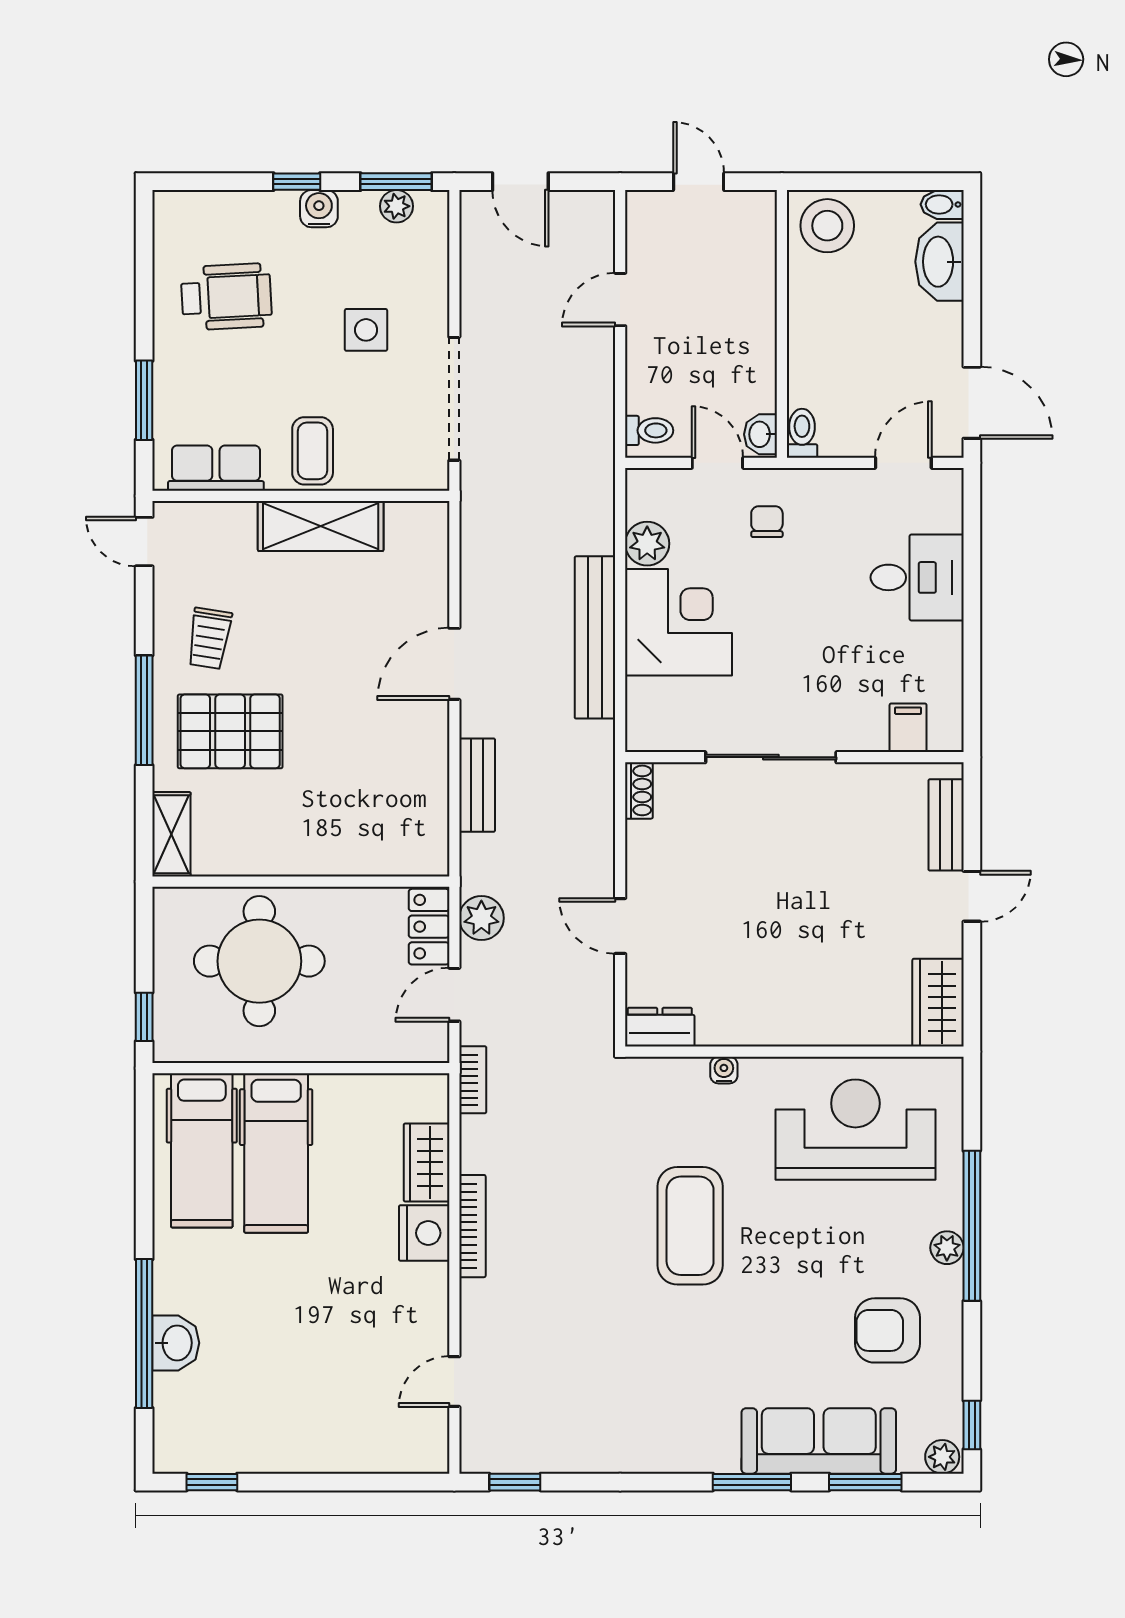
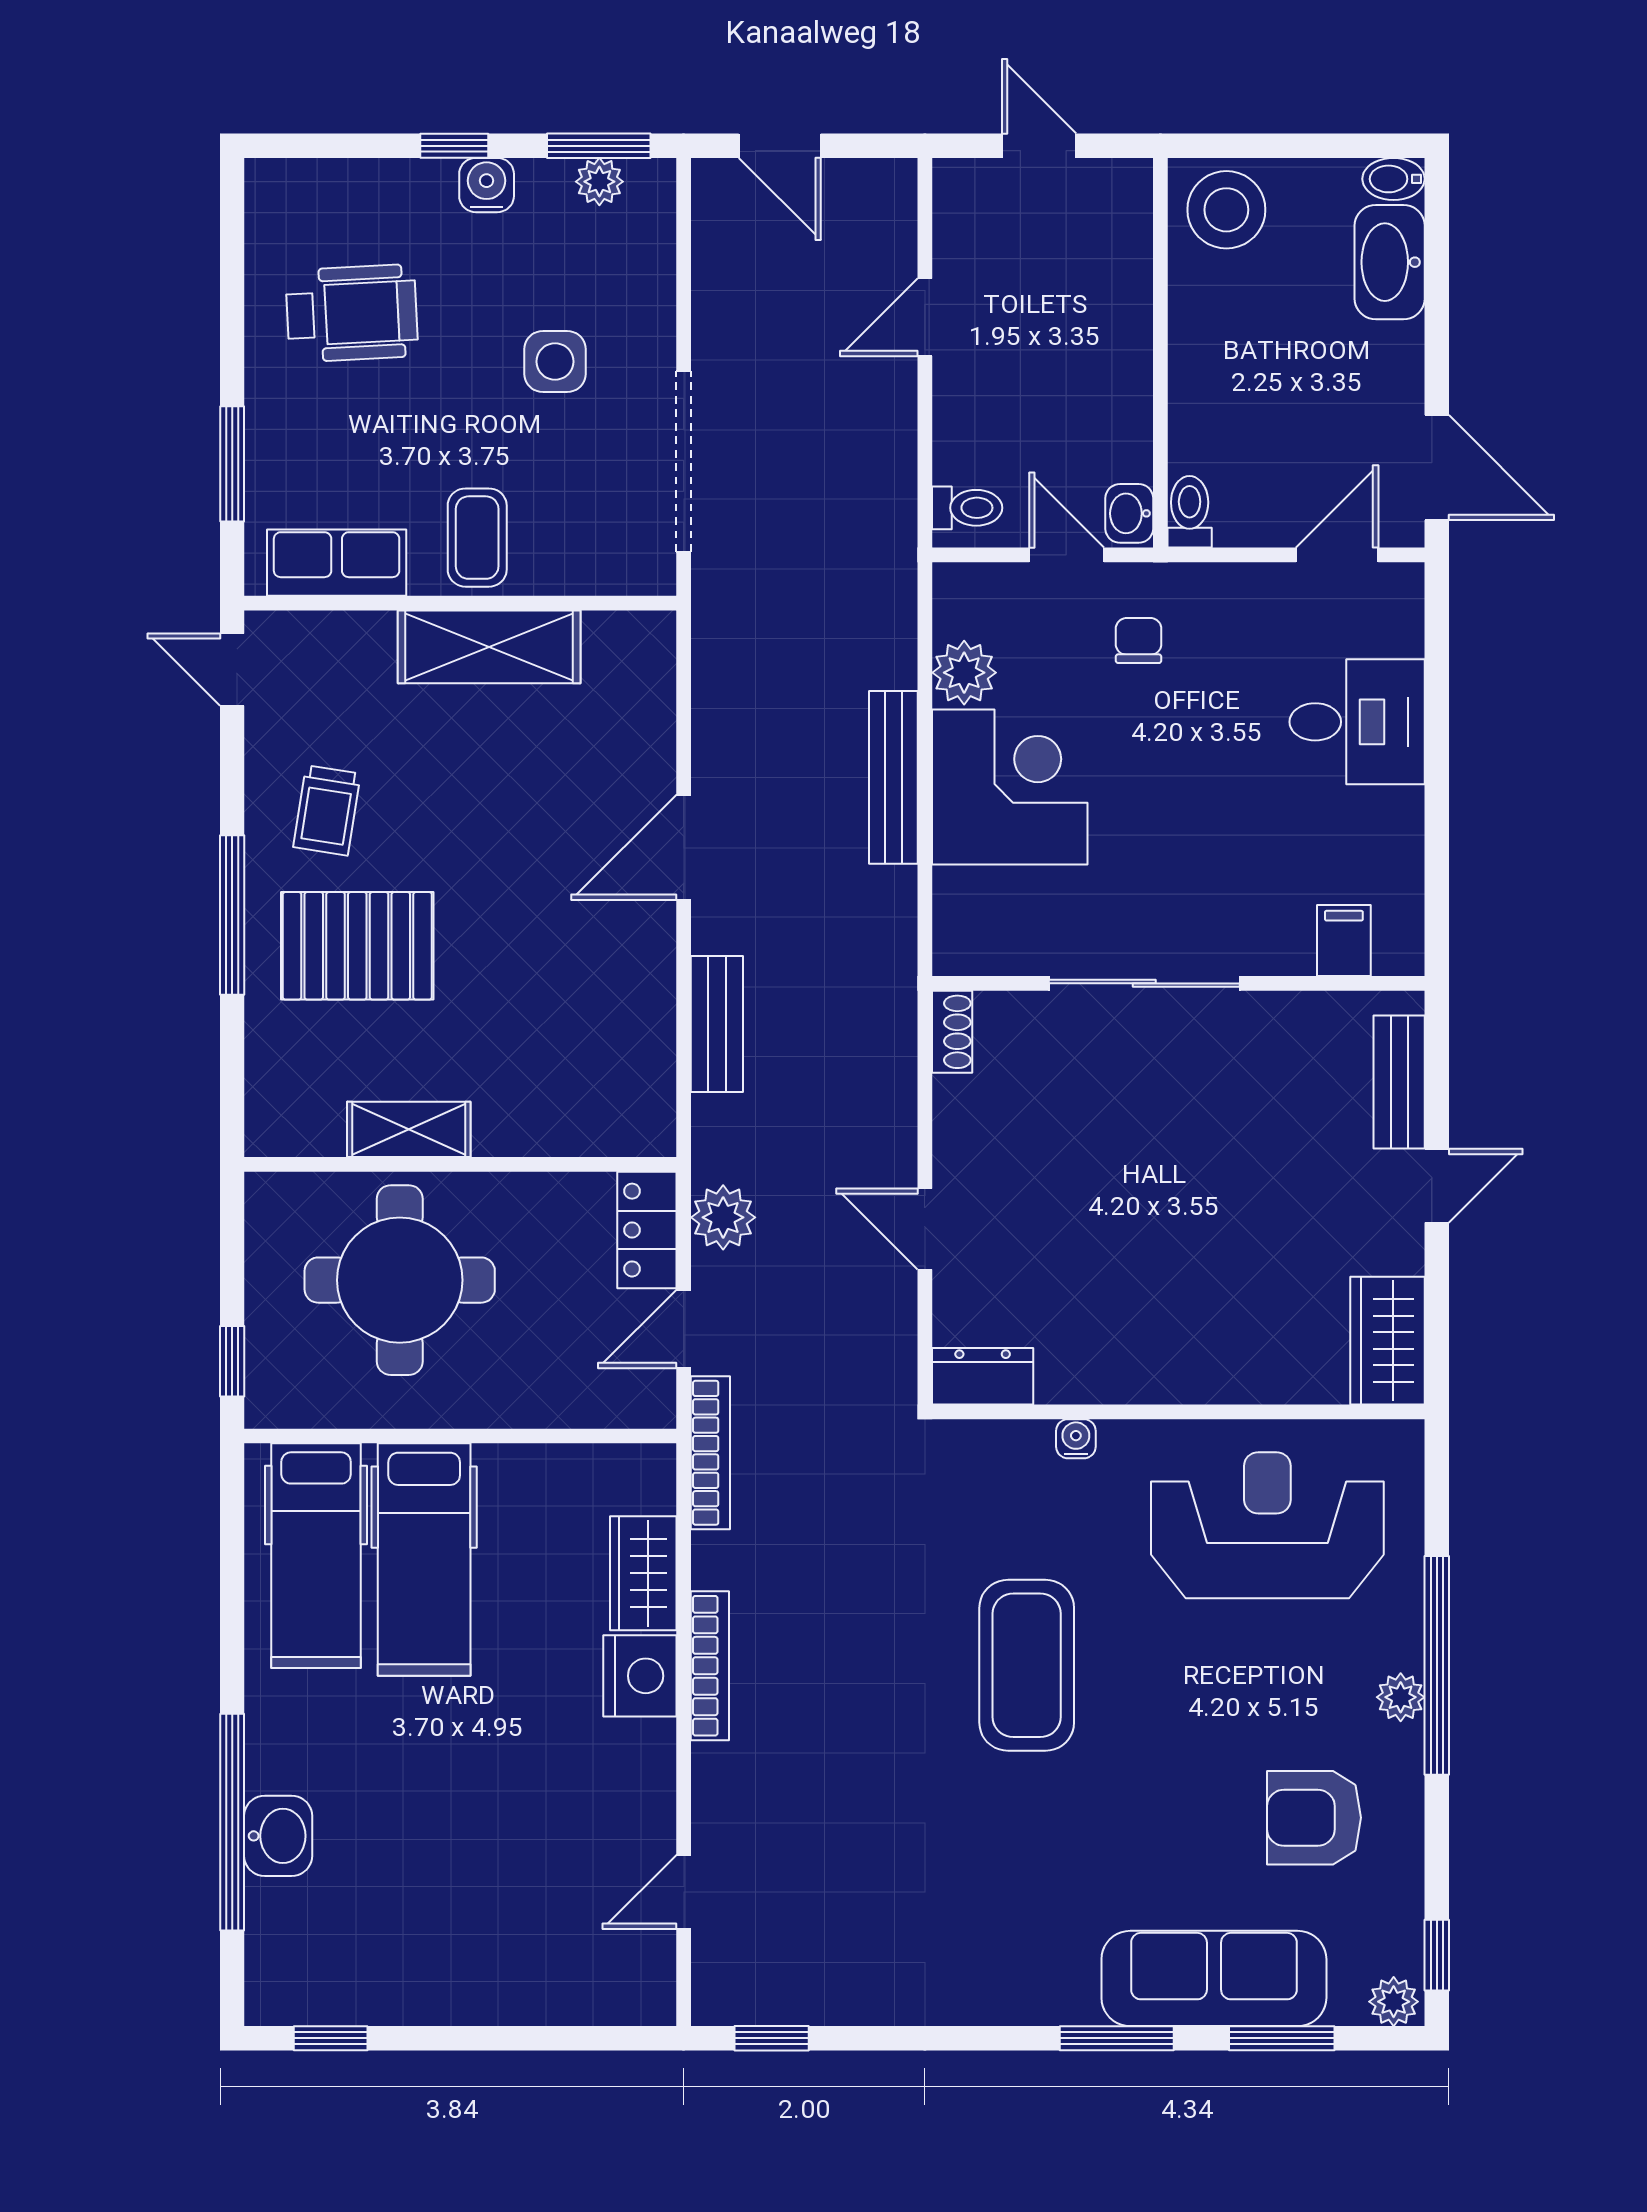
bench: (595, 637) -> (893, 777), width x0.73, depth x0.82
shelving: (171, 834) -> (409, 1129), moved, turned 90
bookcase: (473, 1080) -> (710, 1453), width x1.56

